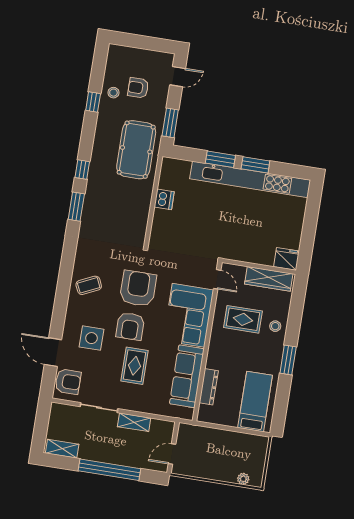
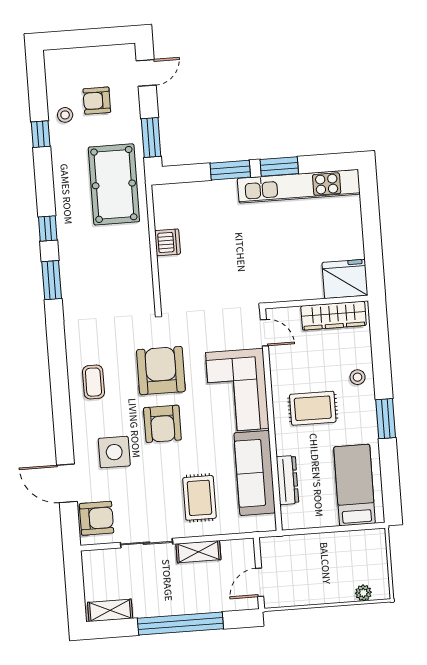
kitchen unit: (250, 179) -> (299, 186), width x0.73
fridge: (286, 259) -> (345, 279), width x1.36, depth x1.34
coffee table: (89, 285) -> (93, 382), turned -65
rug: (243, 319) -> (313, 408), moved
rug: (135, 366) -> (199, 498), moved

